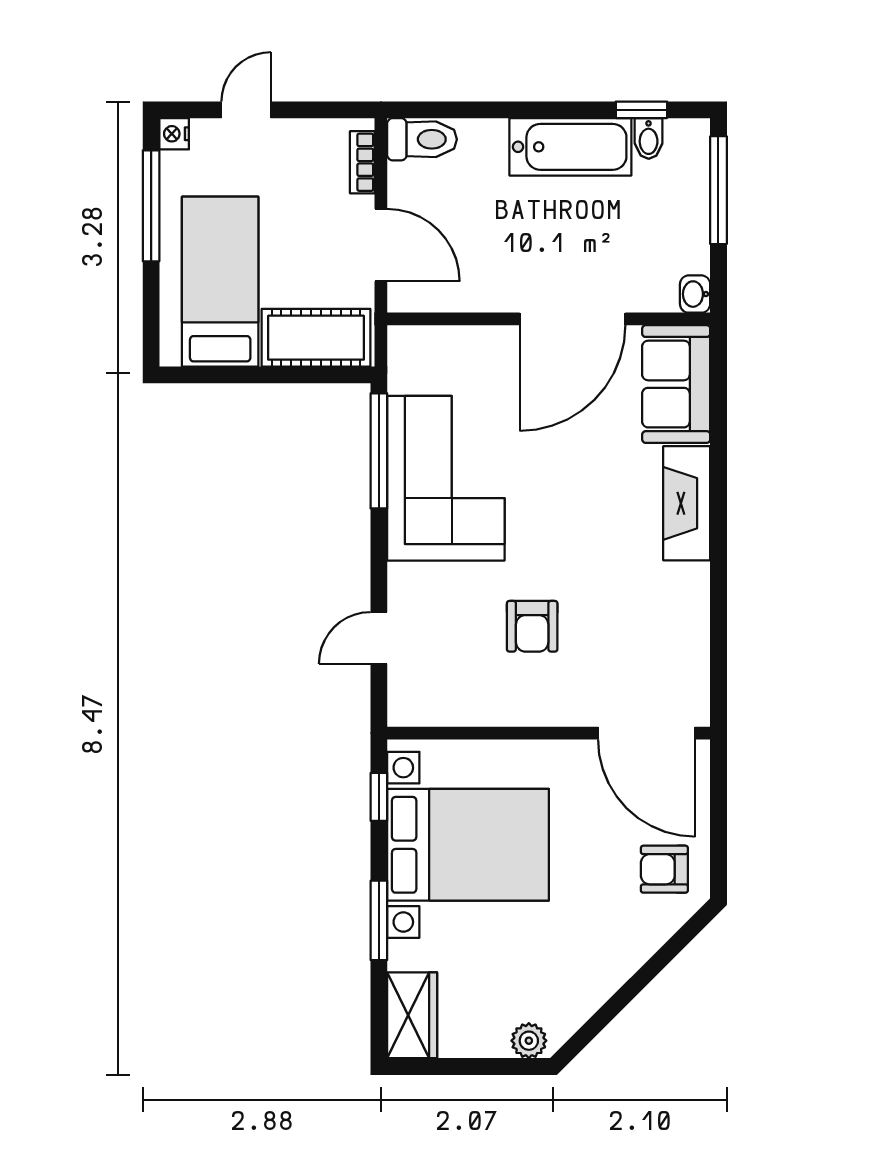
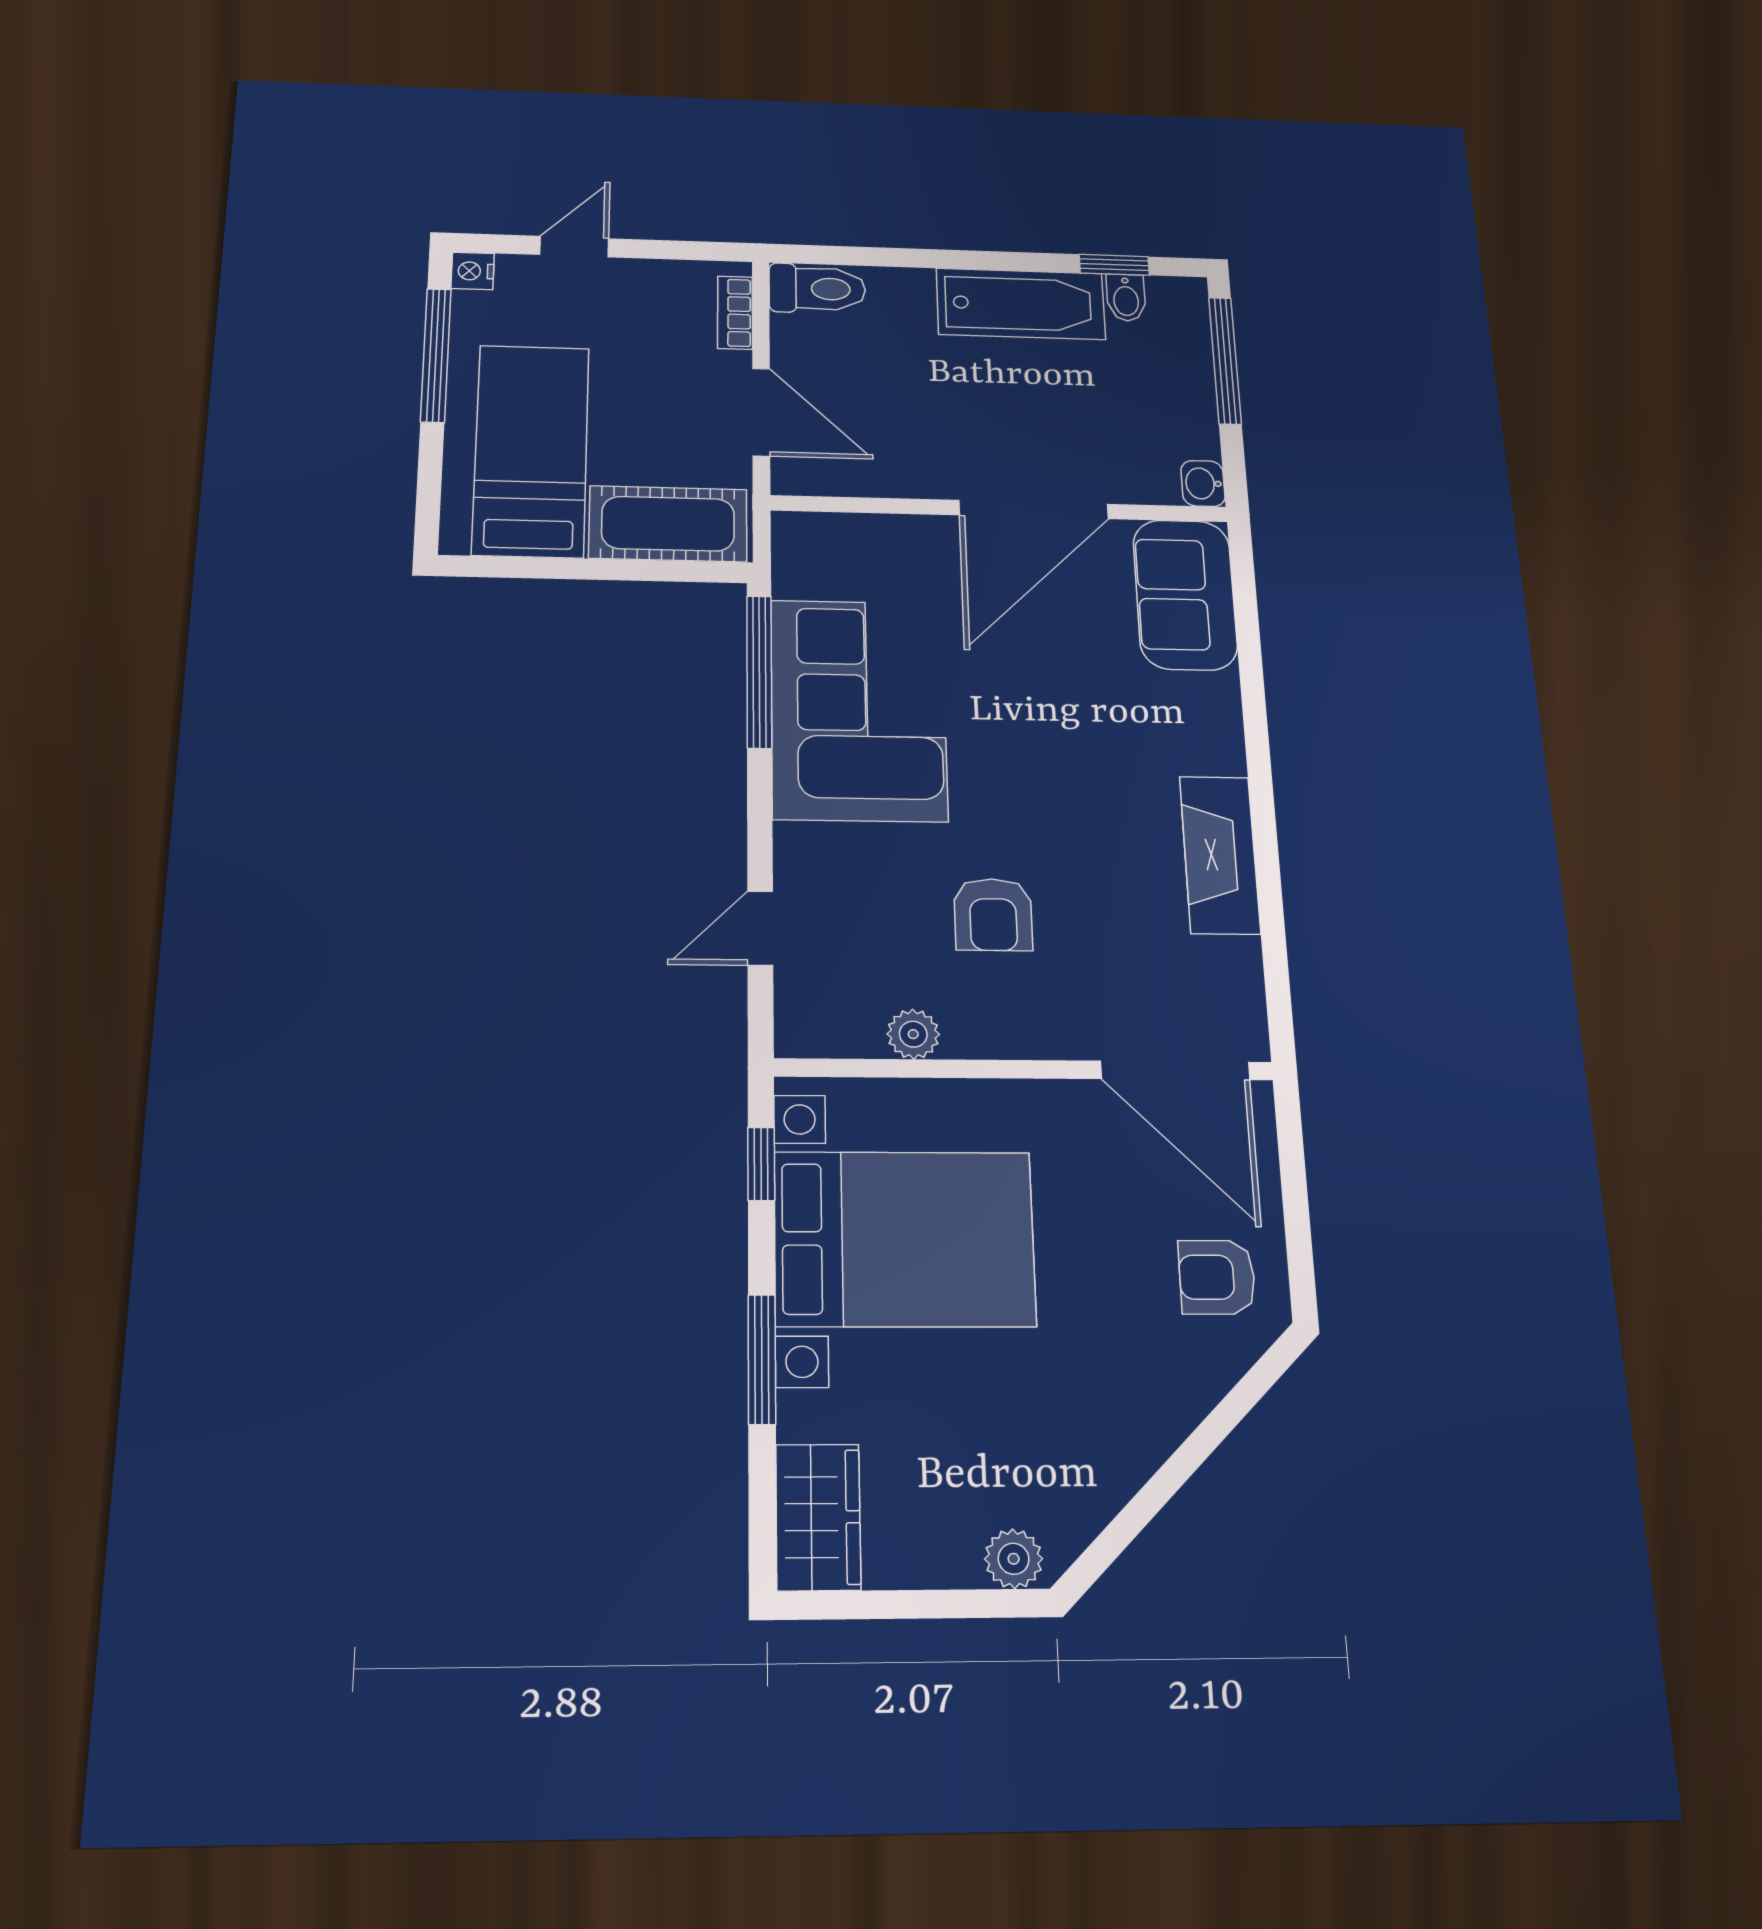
fireplace: (687, 503) -> (1220, 855), moved
plant: (477, 710) -> (913, 1034), added

